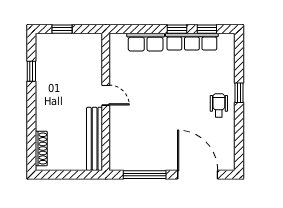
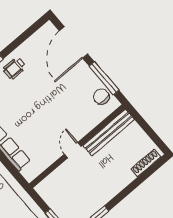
chair: (131, 159) -> (101, 97), added

